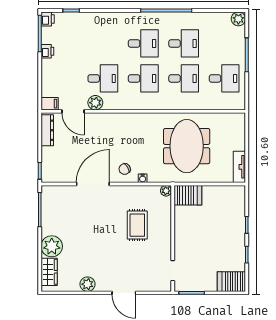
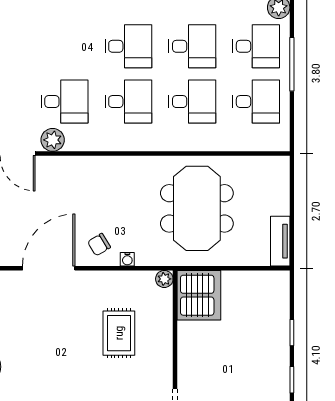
desk: (224, 43) -> (256, 46), added
server rack: (188, 195) -> (199, 295), width x1.60

